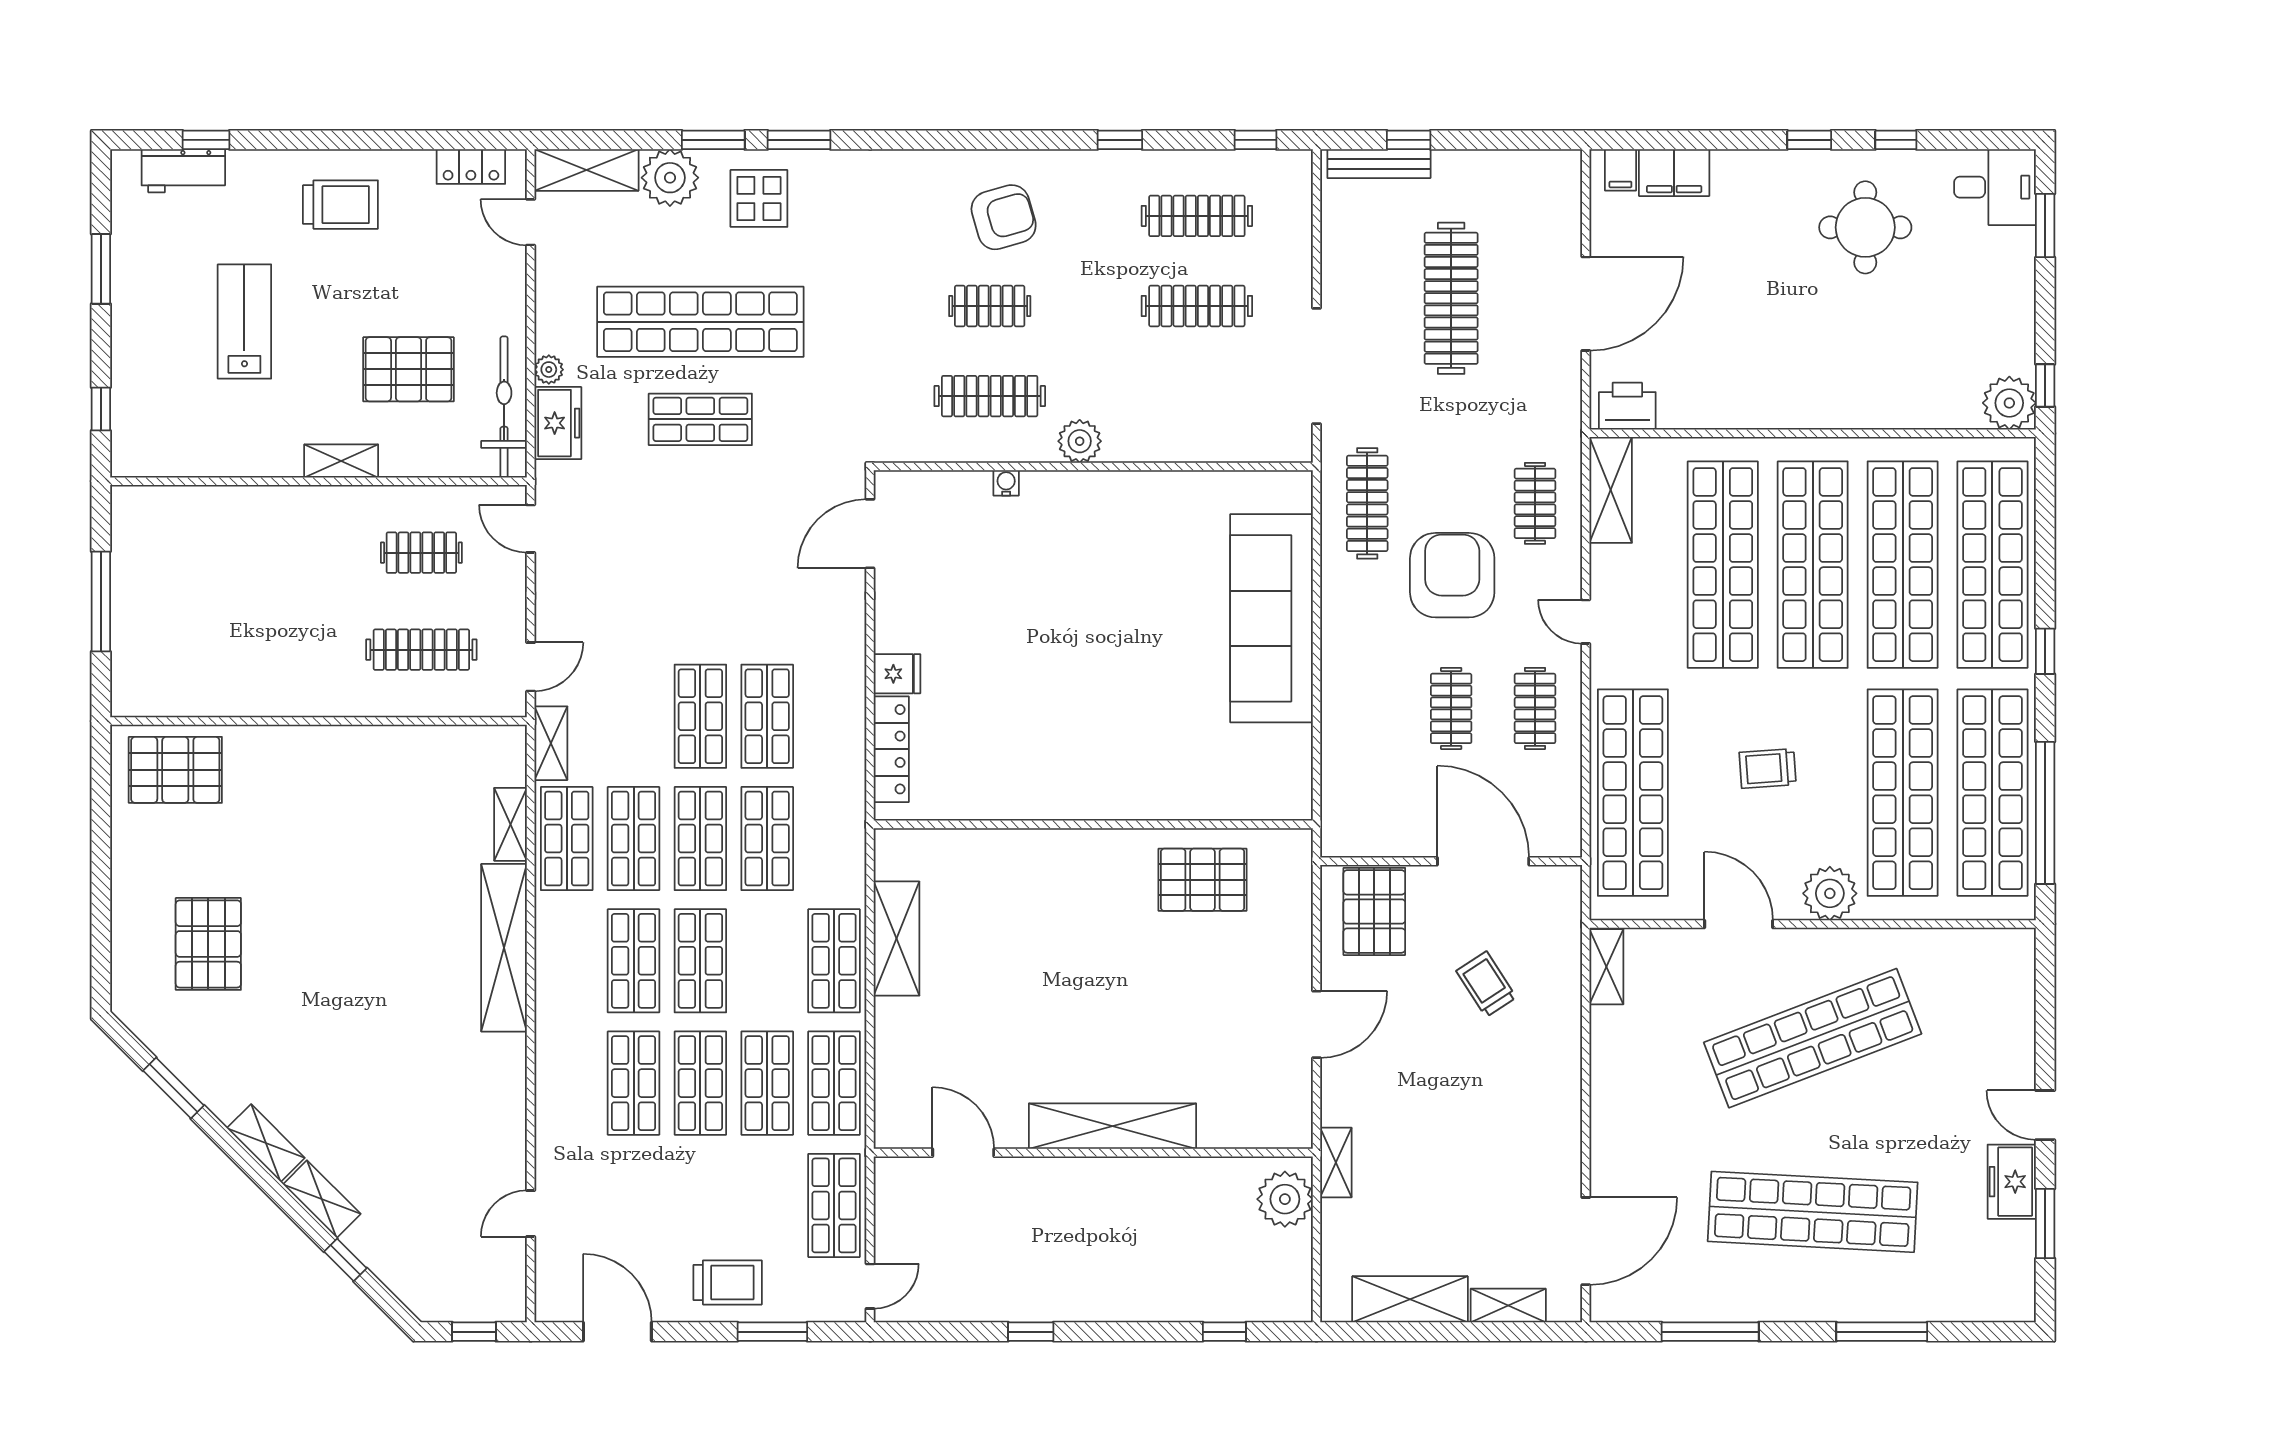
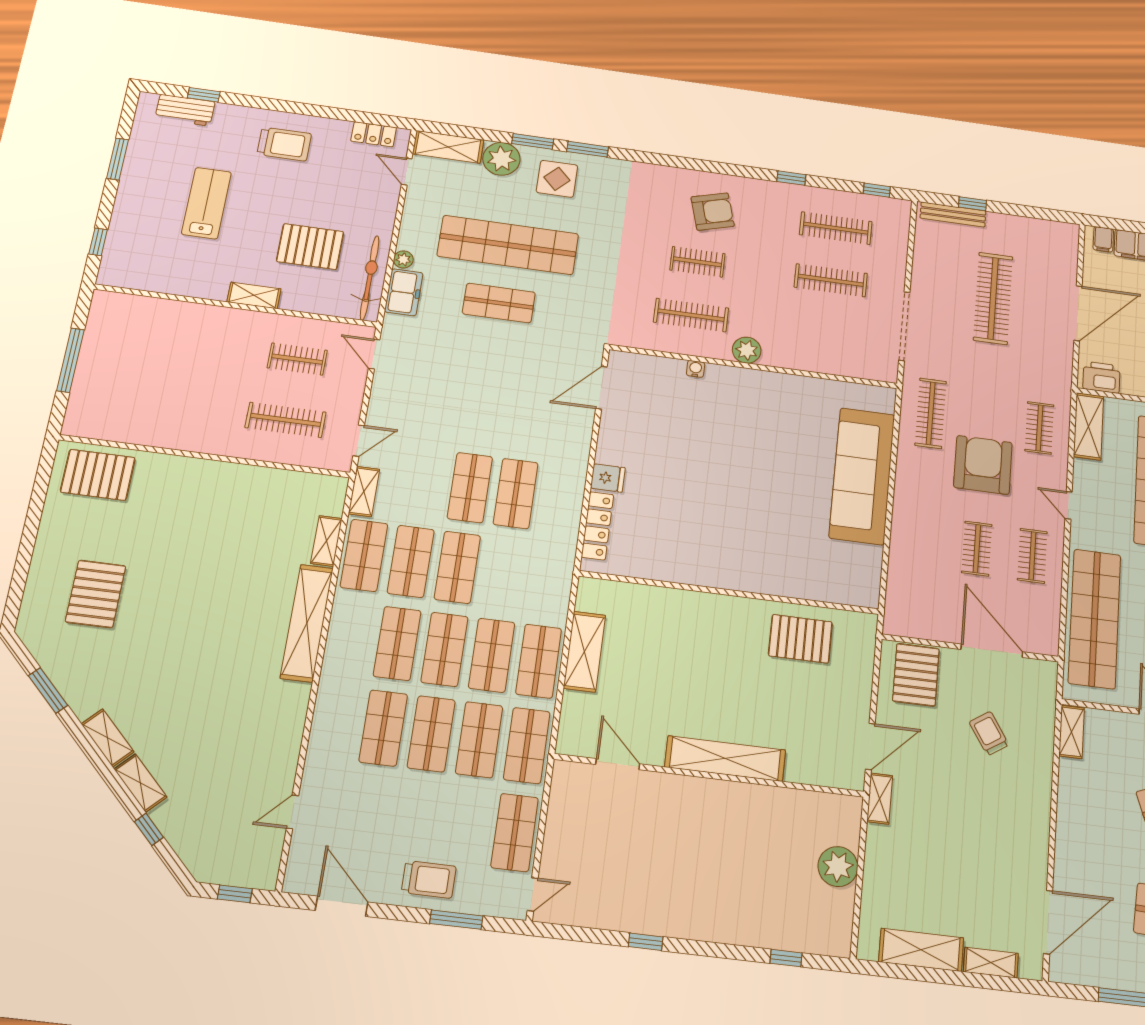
shop shelf: (767, 839) -> (492, 655), moved
shelving: (1112, 1126) -> (725, 759), moved
door: (963, 1153) -> (618, 764), moved
wall: (1093, 1153) -> (710, 775), moved
shelving: (1336, 1163) -> (880, 799), moved

